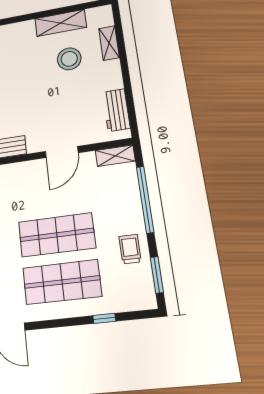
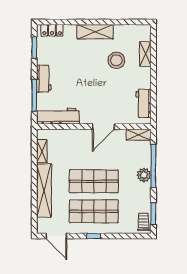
shelving: (61, 23) -> (95, 32), moved
plant: (132, 215) -> (144, 175), added
trolley: (130, 249) -> (143, 222), moved
window: (104, 318) -> (94, 236), moved

